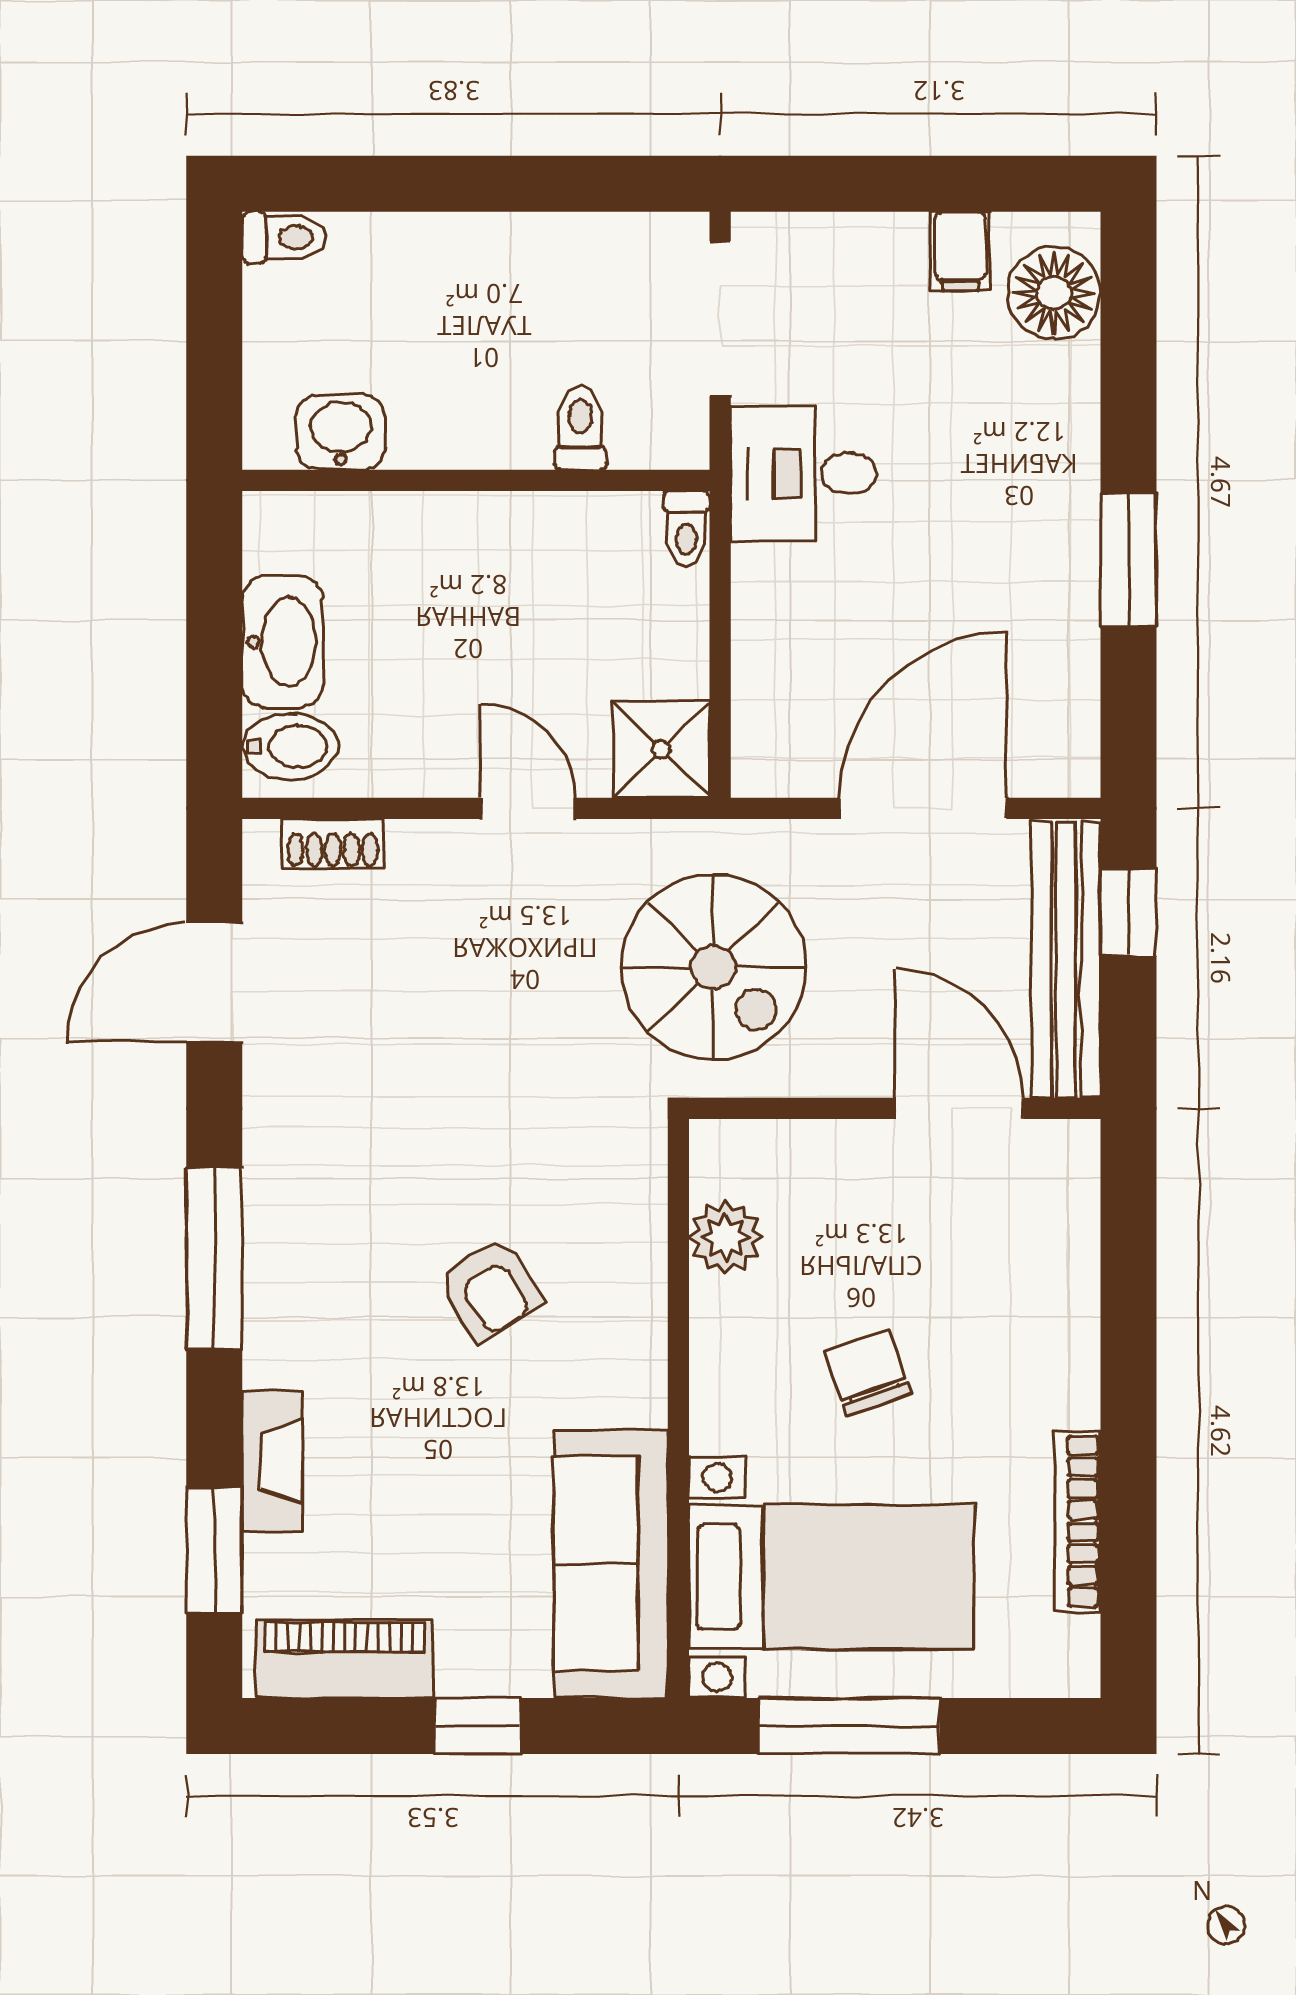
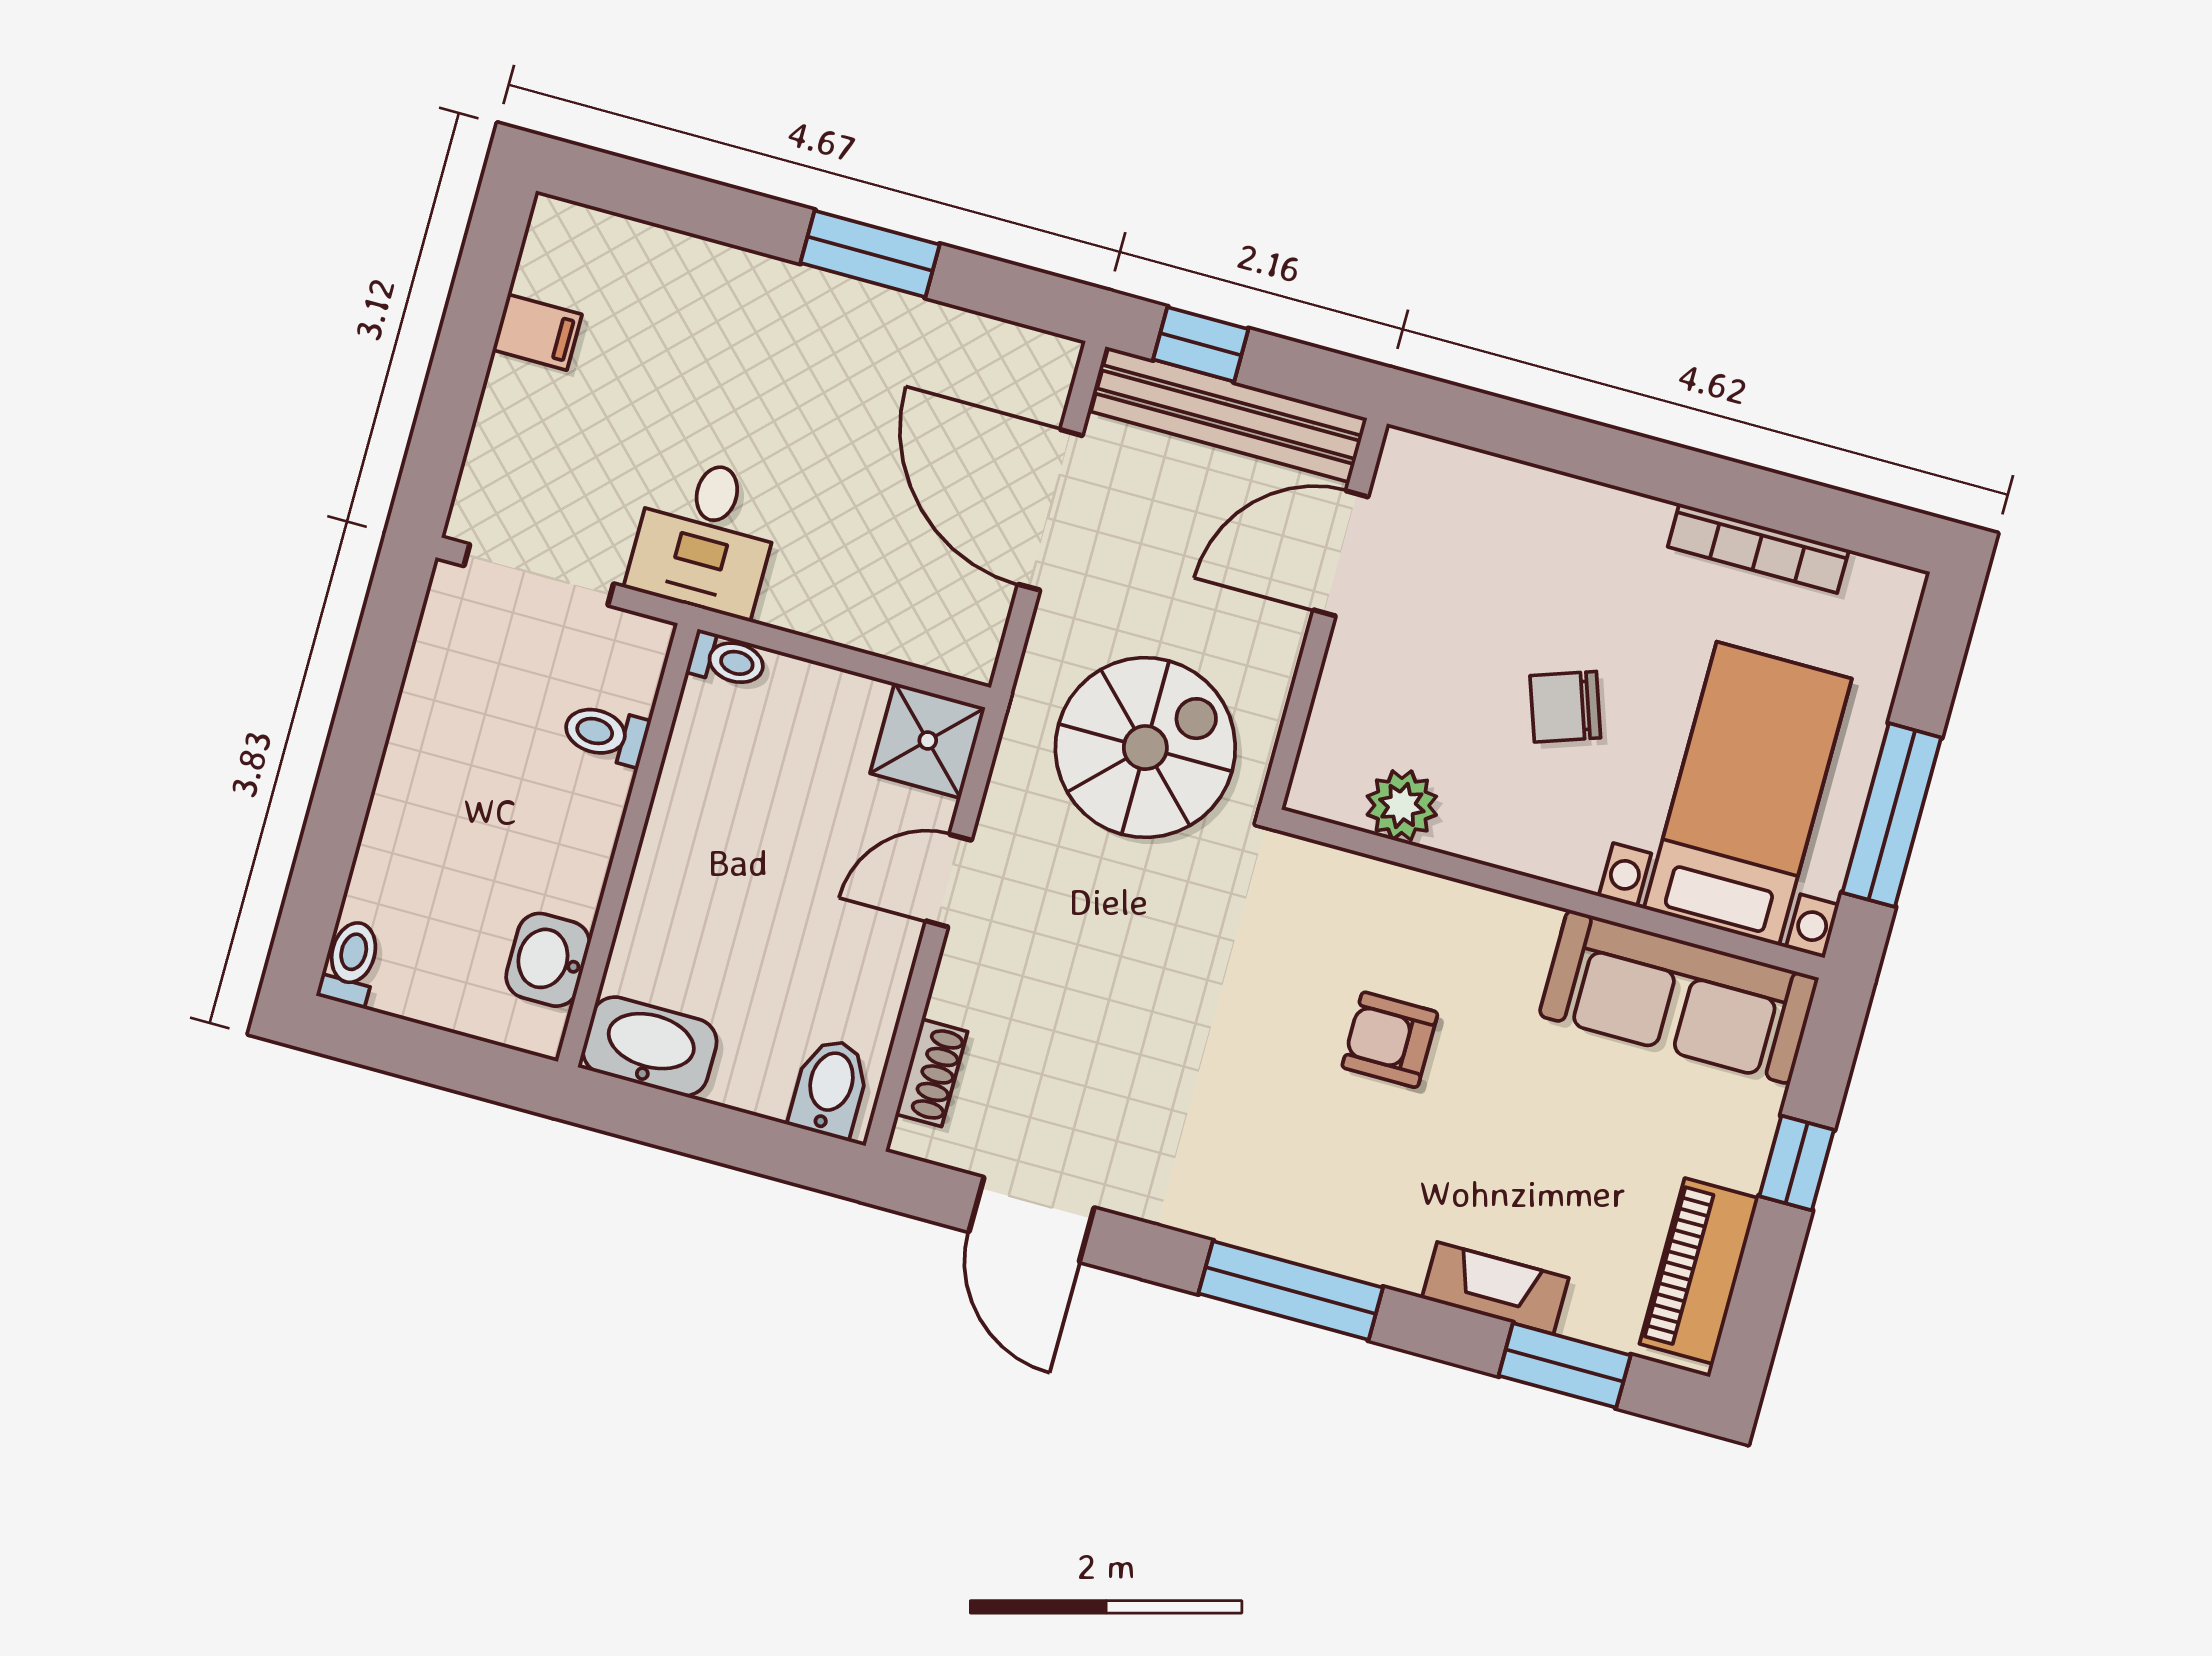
floor lamp: (1054, 293) -> (600, 255), removed
washbasin: (282, 642) -> (650, 1046), moved
armchair: (490, 1289) -> (1390, 1040), turned -148

